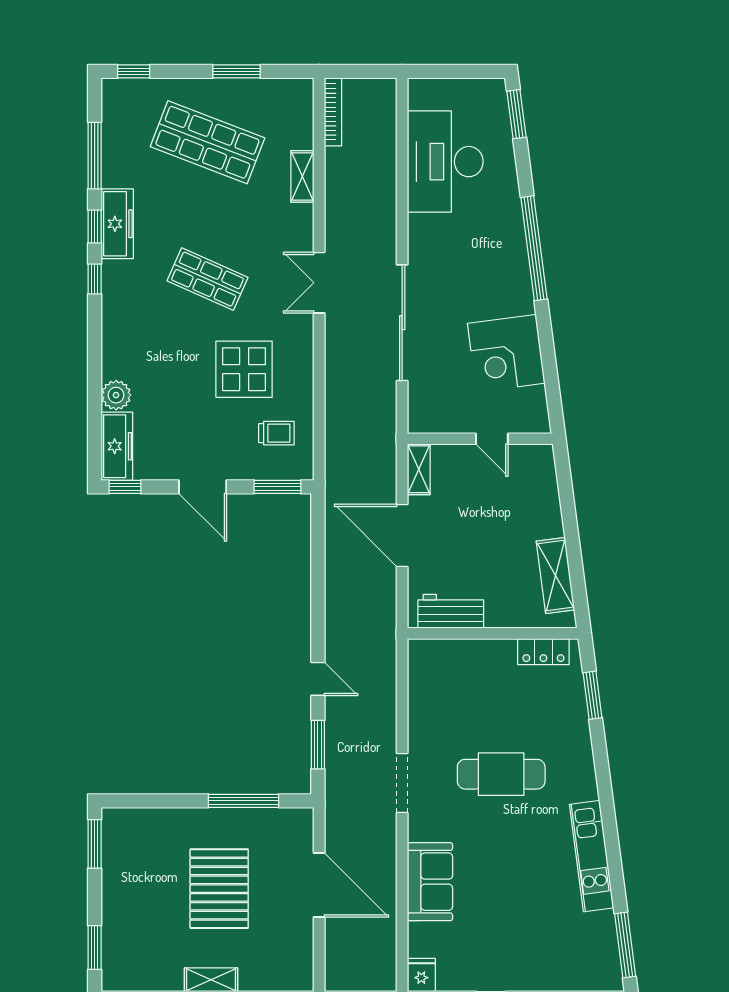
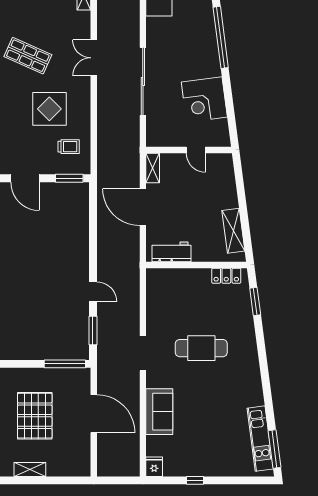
window: (243, 801) -> (65, 364), moved
kitchen unit: (592, 856) -> (260, 439), moved

